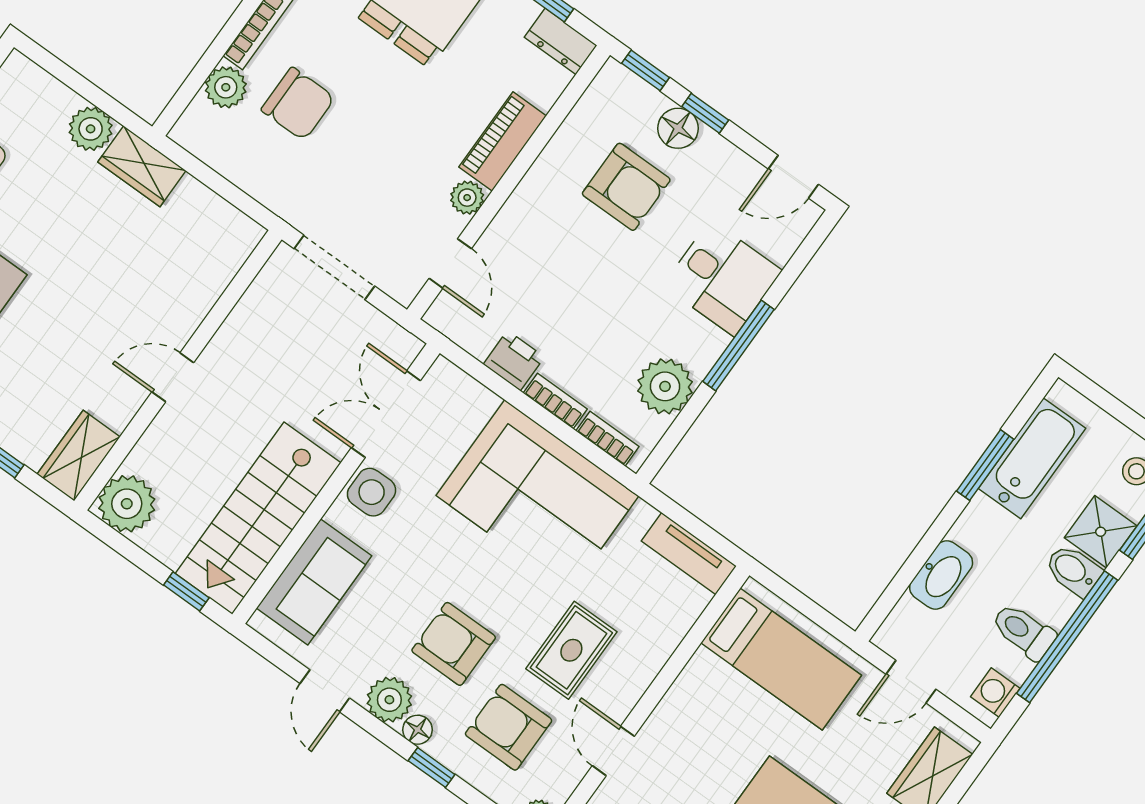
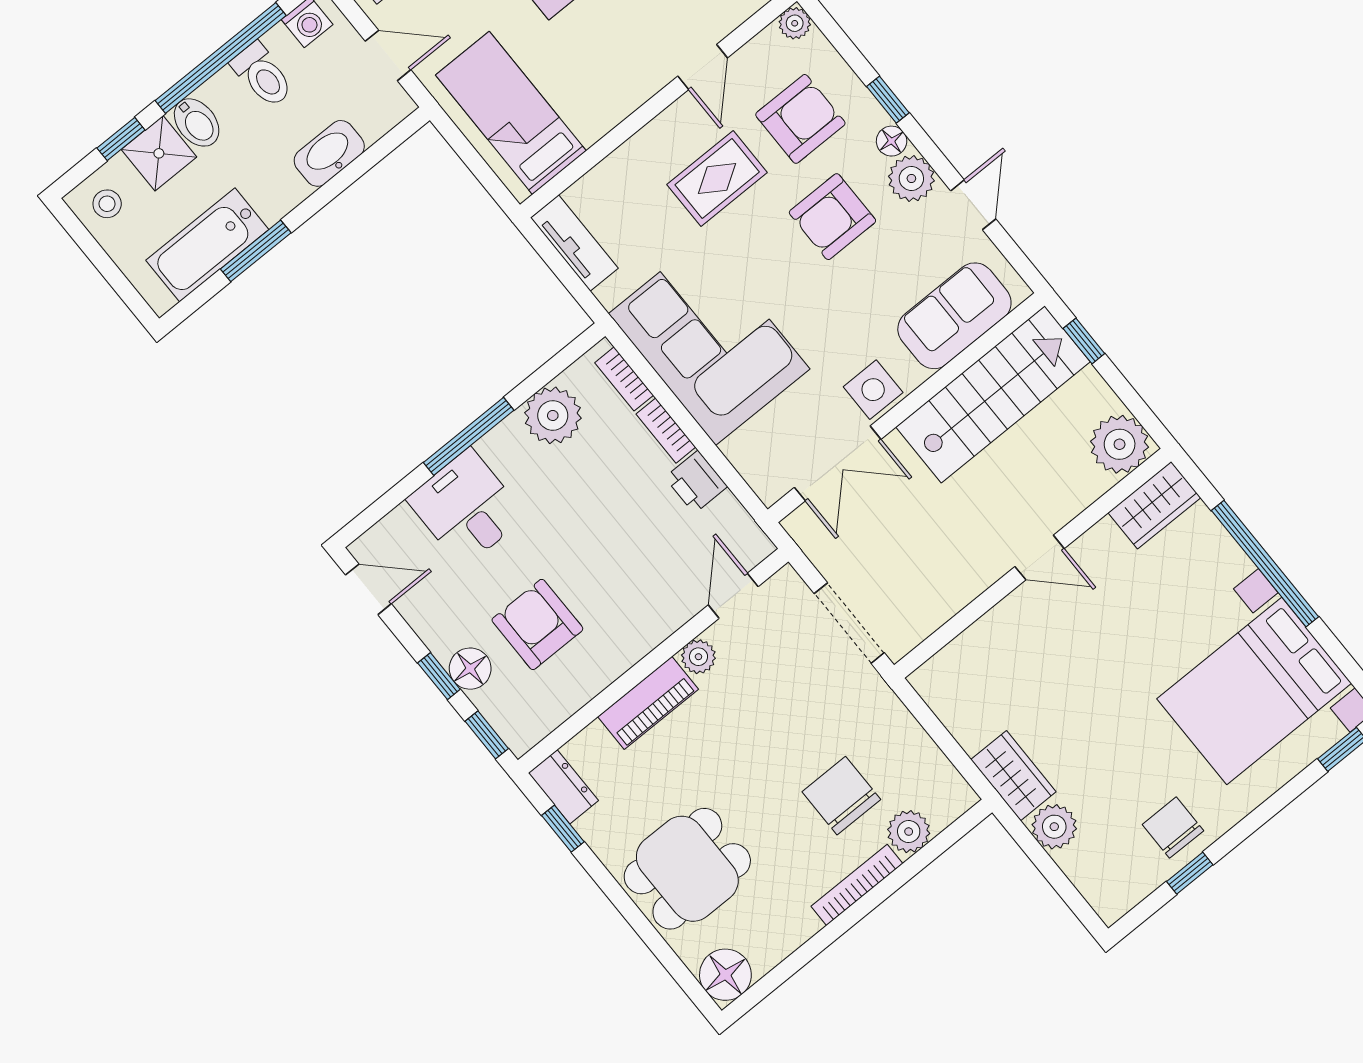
armchair: (454, 644) -> (832, 217), turned 90
armchair: (509, 727) -> (800, 119), turned -90

